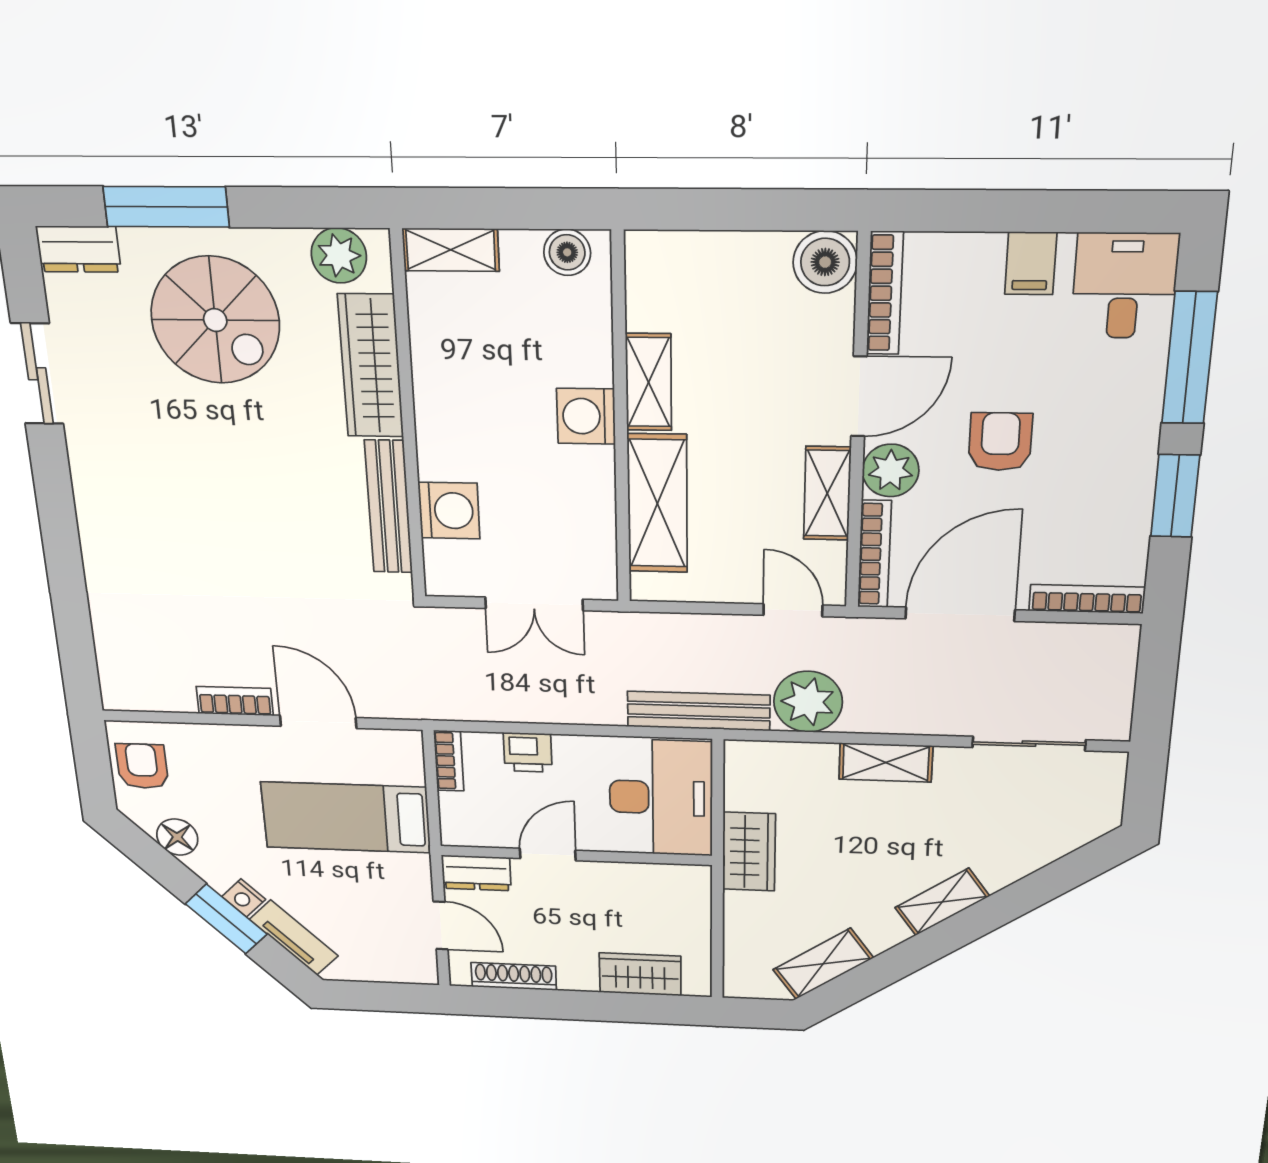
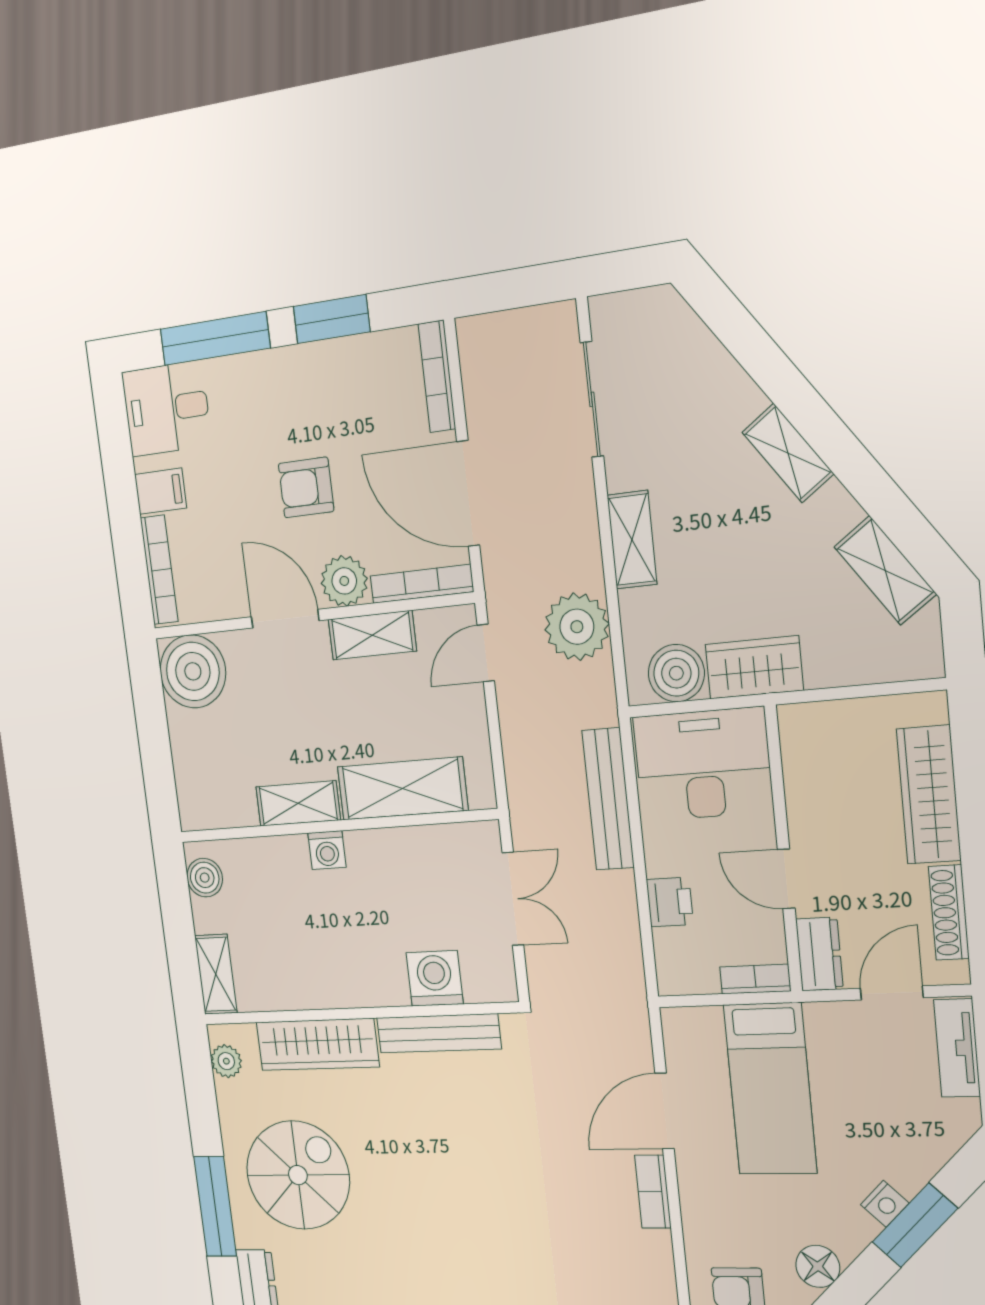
plant: (339, 255) -> (226, 1061), width x0.73, depth x0.73
boiler: (825, 262) -> (193, 671), width x1.37, depth x1.37
bookcase: (885, 293) -> (159, 570), moved, turned 90
washing machine: (586, 416) -> (327, 850), width x0.73, depth x0.73
bench: (699, 711) -> (608, 799), moved
bookcase: (449, 761) -> (755, 979), moved
boiler: (751, 785) -> (676, 673), added
tv unit: (294, 938) -> (957, 1048), moved, turned -45
wardrobe: (640, 974) -> (929, 795), width x1.50

